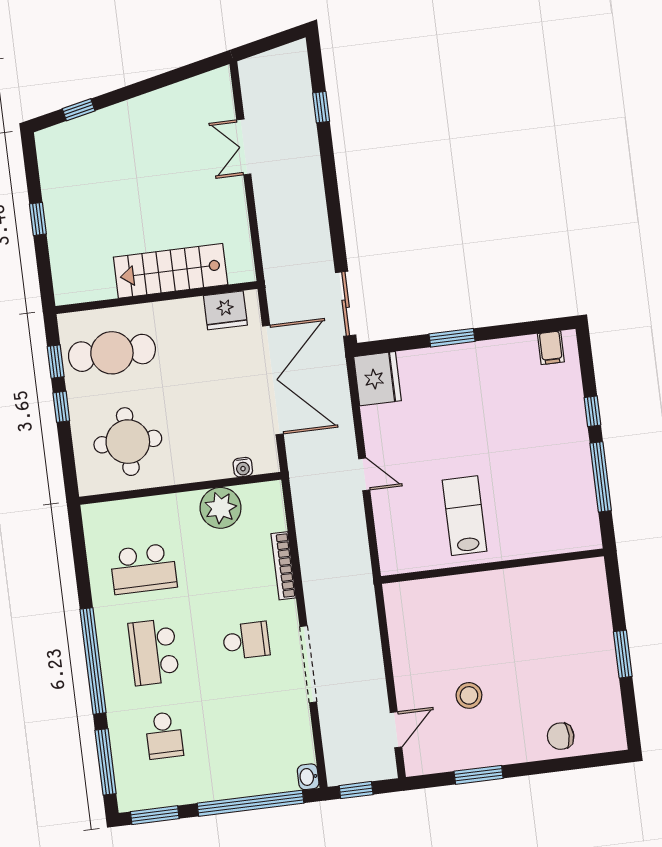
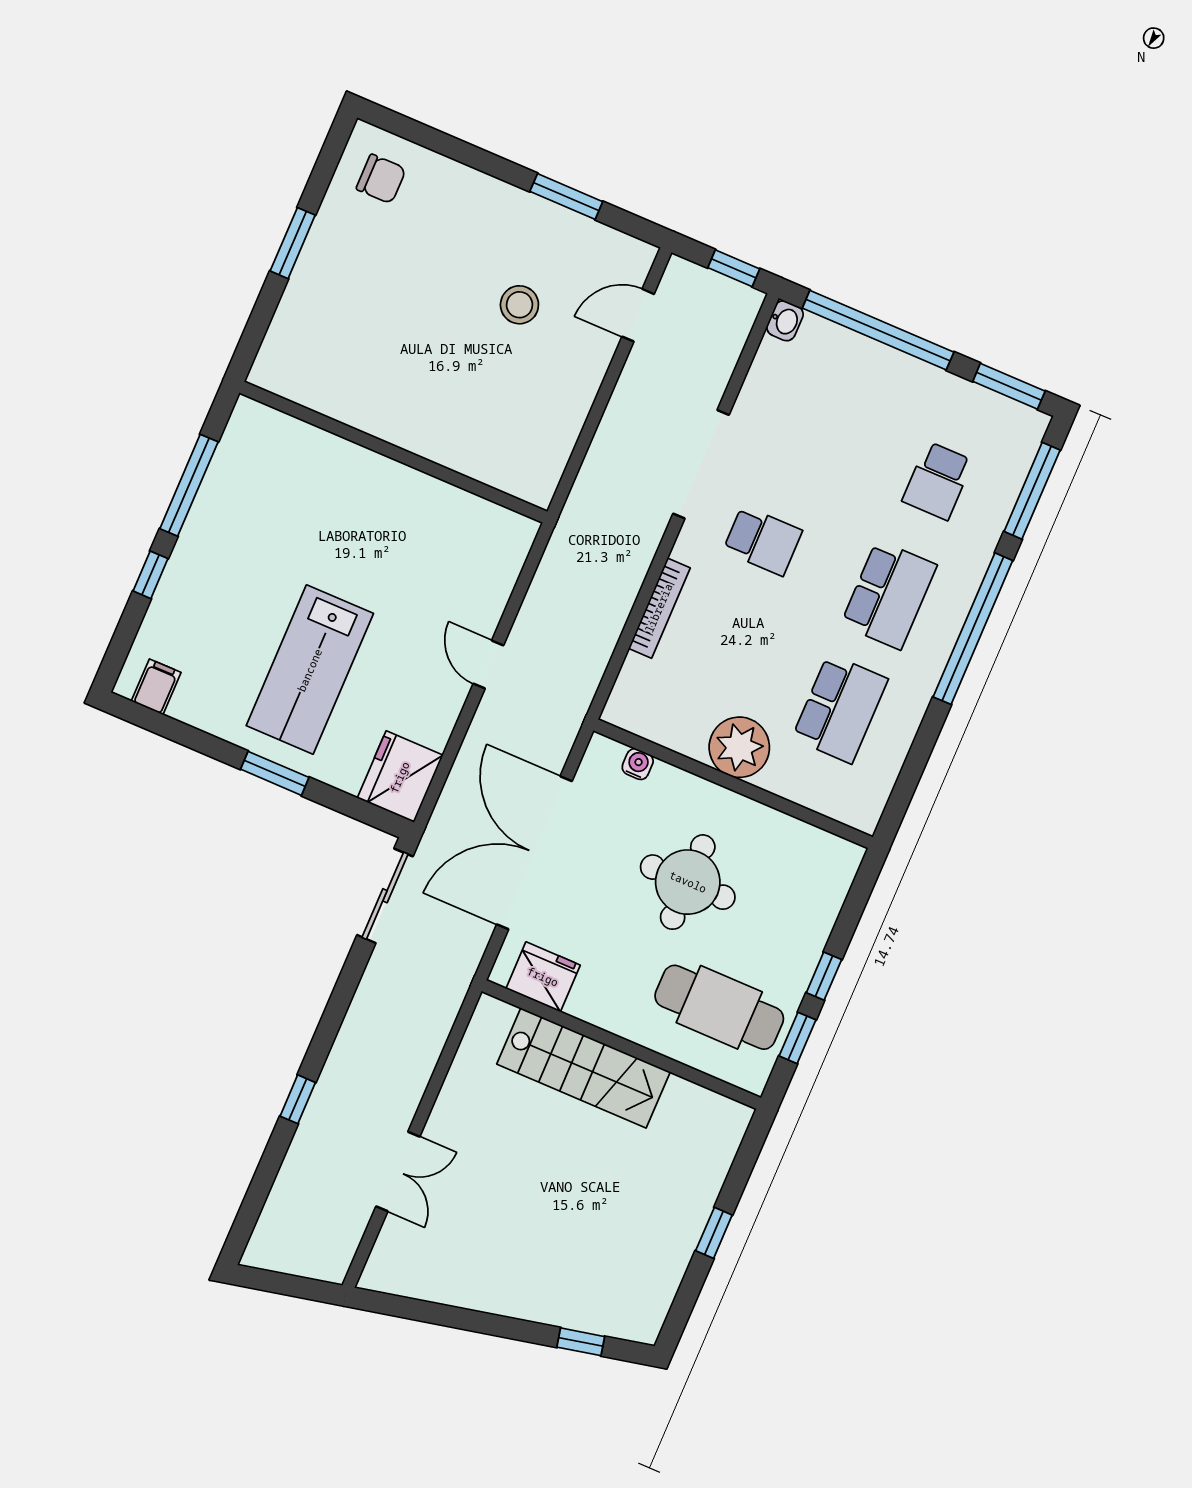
window: (321, 107) -> (298, 1099), moved
round table: (128, 442) -> (688, 882), moved
plant: (221, 508) -> (739, 747), moved
lab bench: (465, 516) -> (310, 670), moved, width x1.36, depth x1.39
school desk: (143, 569) -> (840, 709), turned 90
school desk: (246, 641) -> (763, 541), turned 180
school desk: (164, 735) -> (938, 481), turned 180
chair: (561, 736) -> (381, 179), moved

